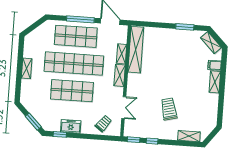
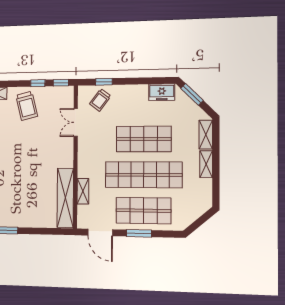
window: (80, 19) -> (139, 233), width x0.69
shelving: (120, 75) -> (206, 135), moved
trolley: (169, 109) -> (27, 106), moved
freezer: (71, 126) -> (162, 92), moved
window: (60, 134) -> (104, 82), moved

